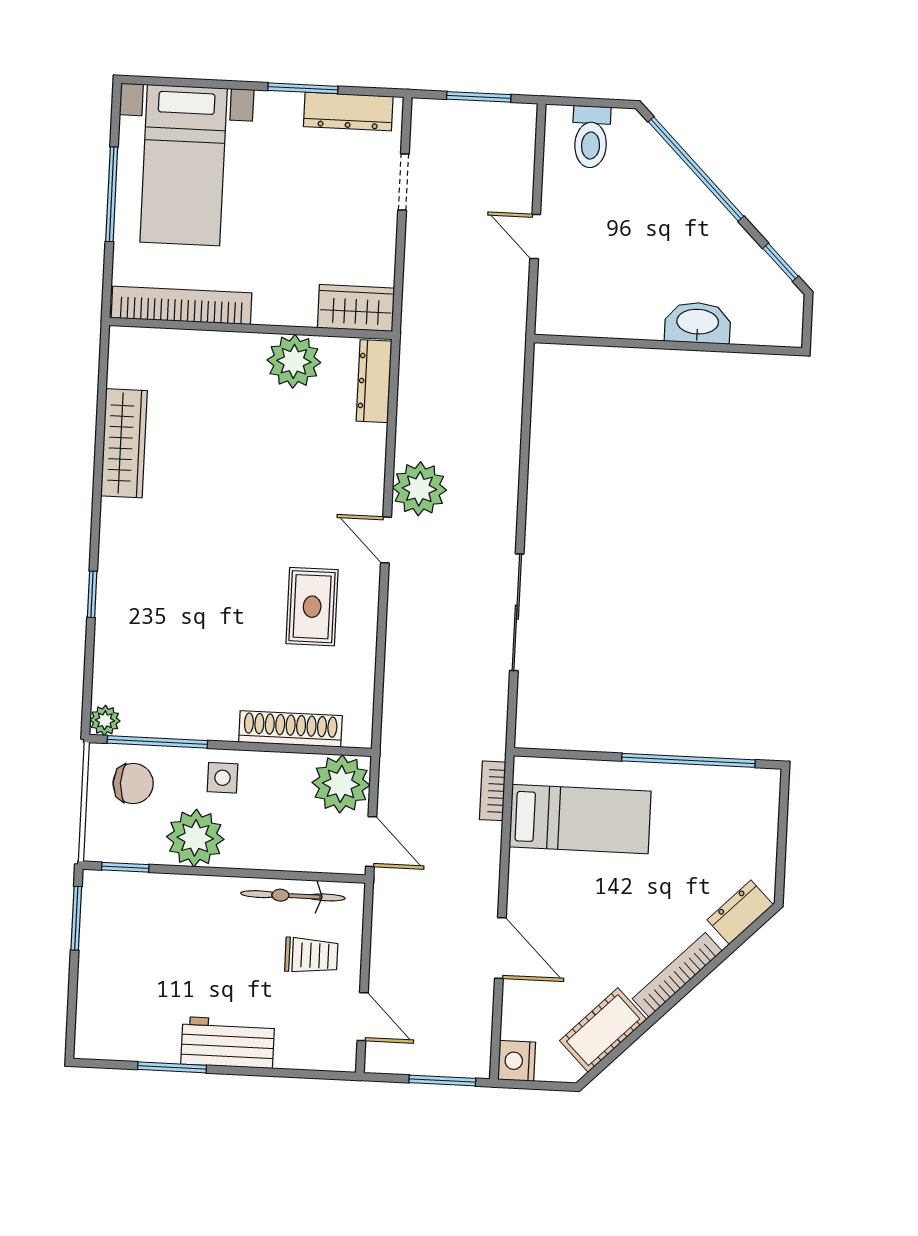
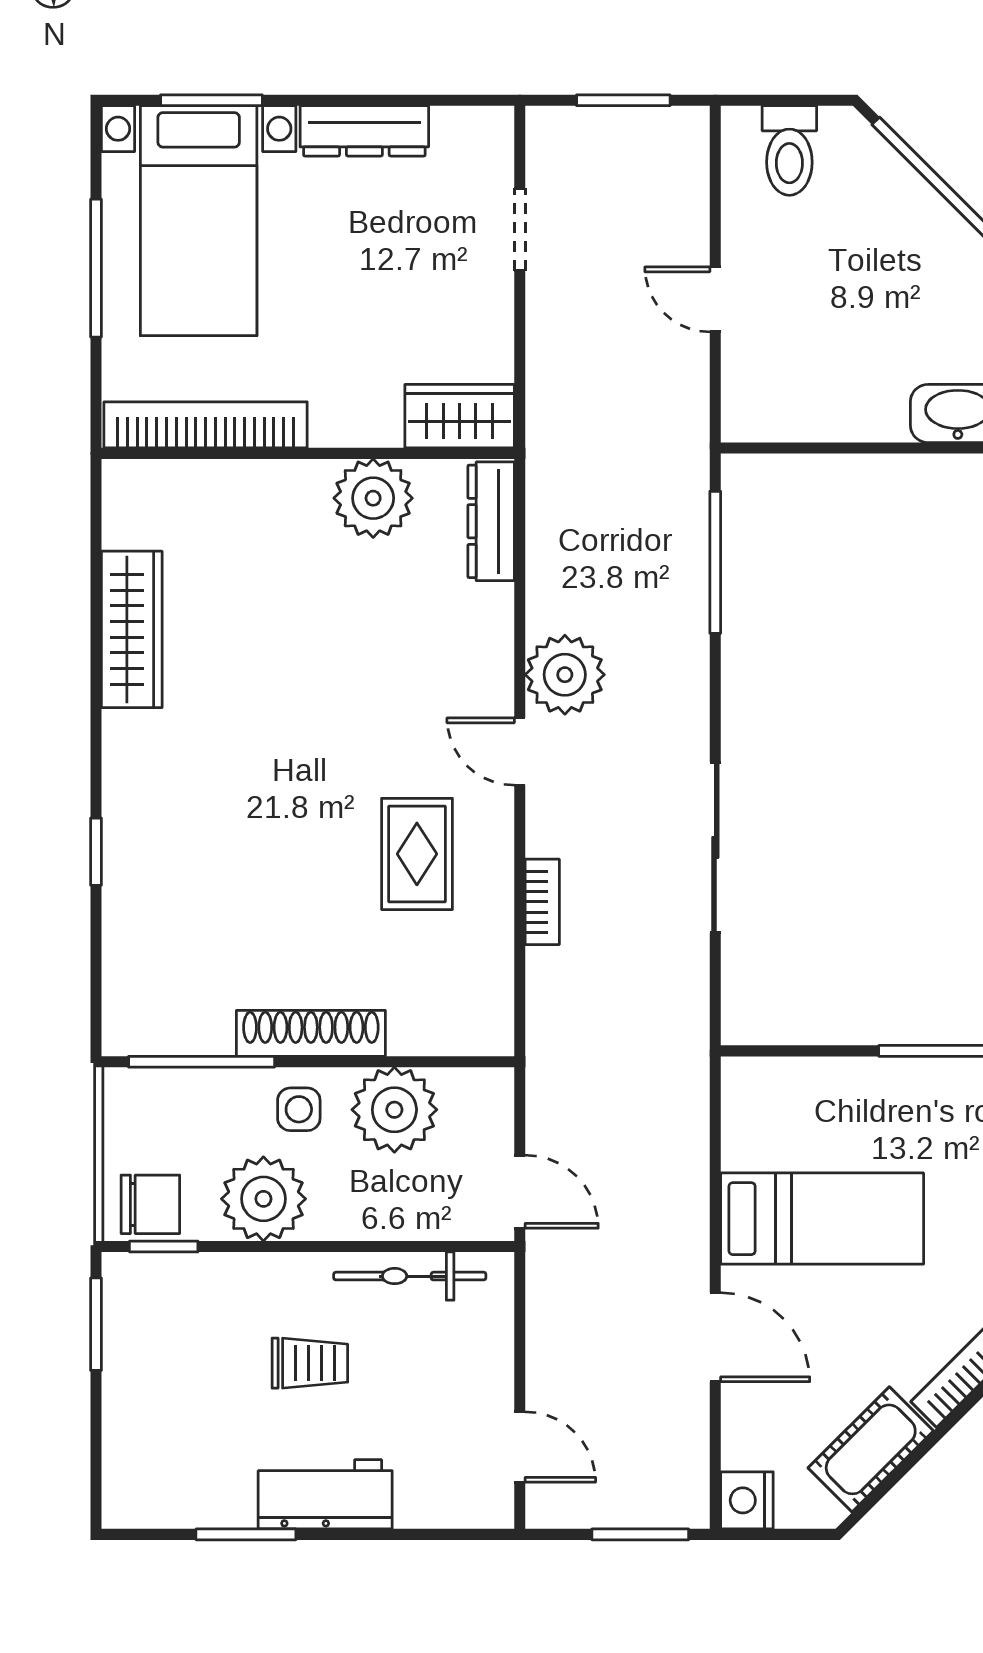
window: (303, 88) -> (211, 100), moved
dresser: (348, 112) -> (364, 131), moved
window: (526, 417) -> (715, 562), added
plant: (105, 720) -> (124, 1034), removed
shoe rack: (290, 729) -> (311, 1033), moved
chair: (133, 783) -> (150, 1204), moved
plant: (341, 784) -> (394, 1110), moved
bookcase: (493, 791) -> (542, 902), moved, turned 180
bed: (580, 819) -> (822, 1219), moved
trolley: (311, 955) -> (310, 1363), moved

